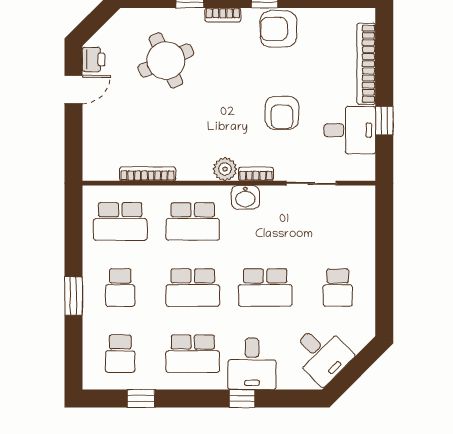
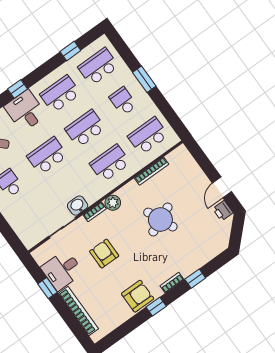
round table: (166, 61) -> (160, 220), moved
washbasin: (245, 197) -> (78, 206), moved
school desk: (120, 354) -> (98, 67), width x1.85

